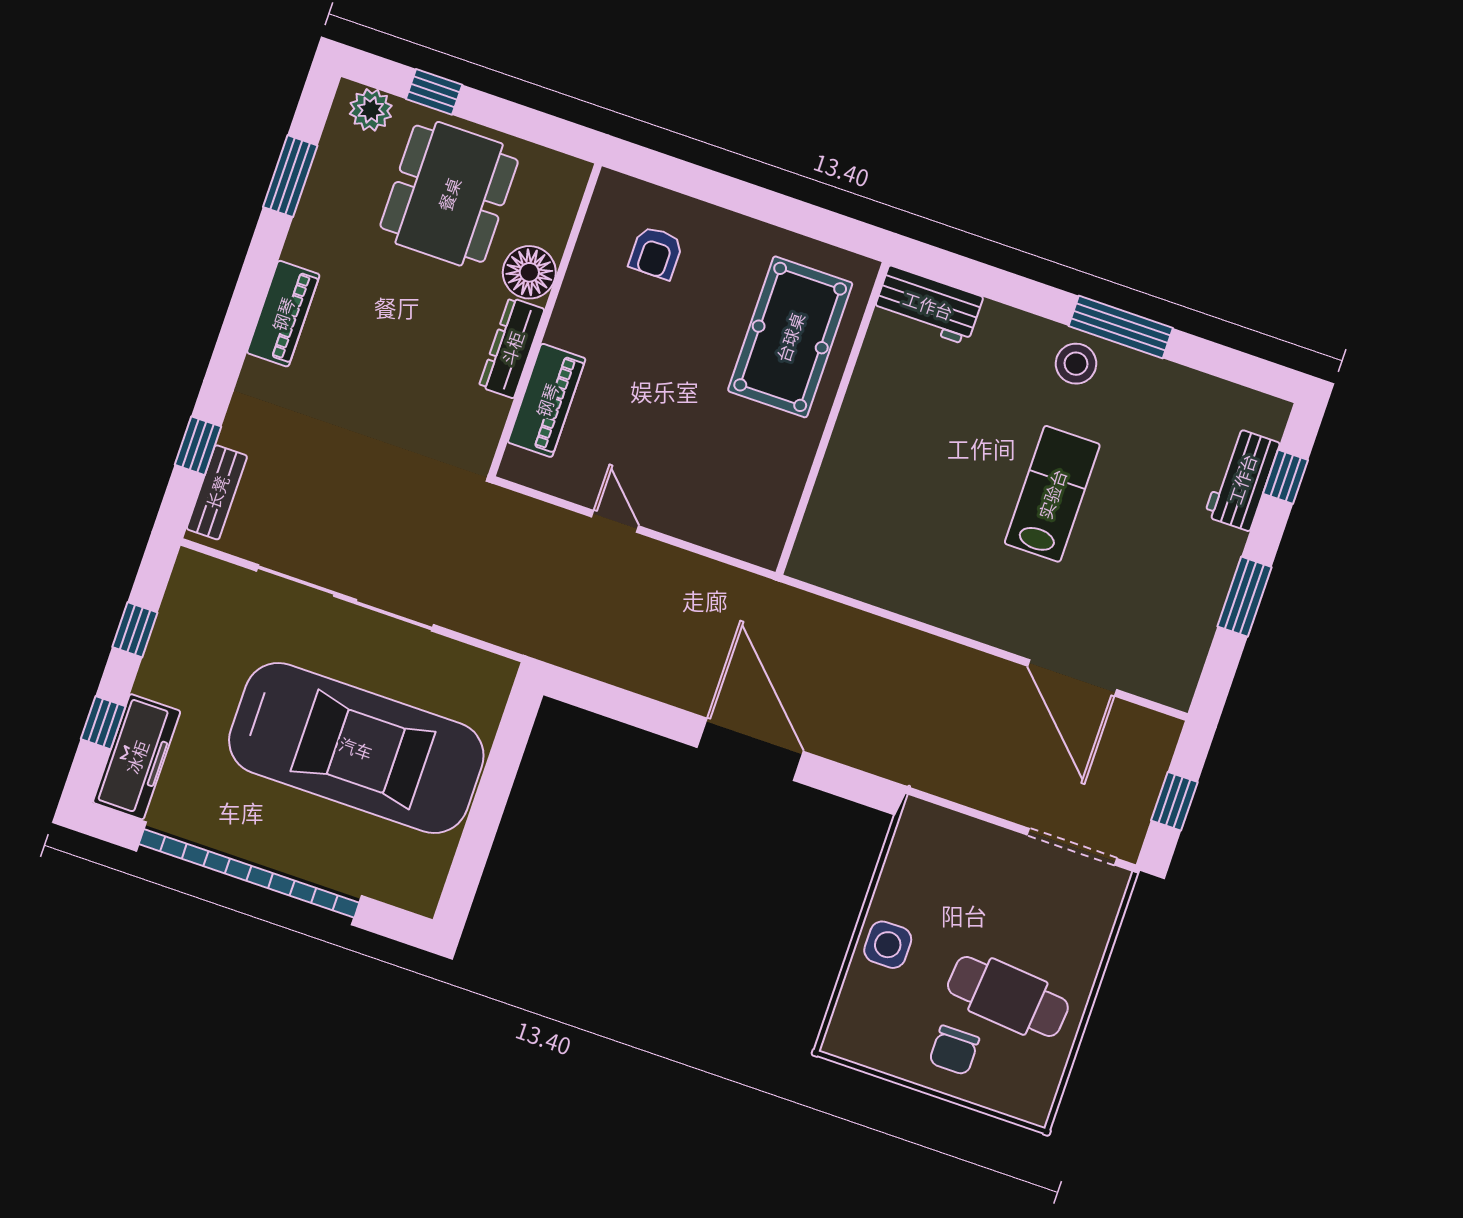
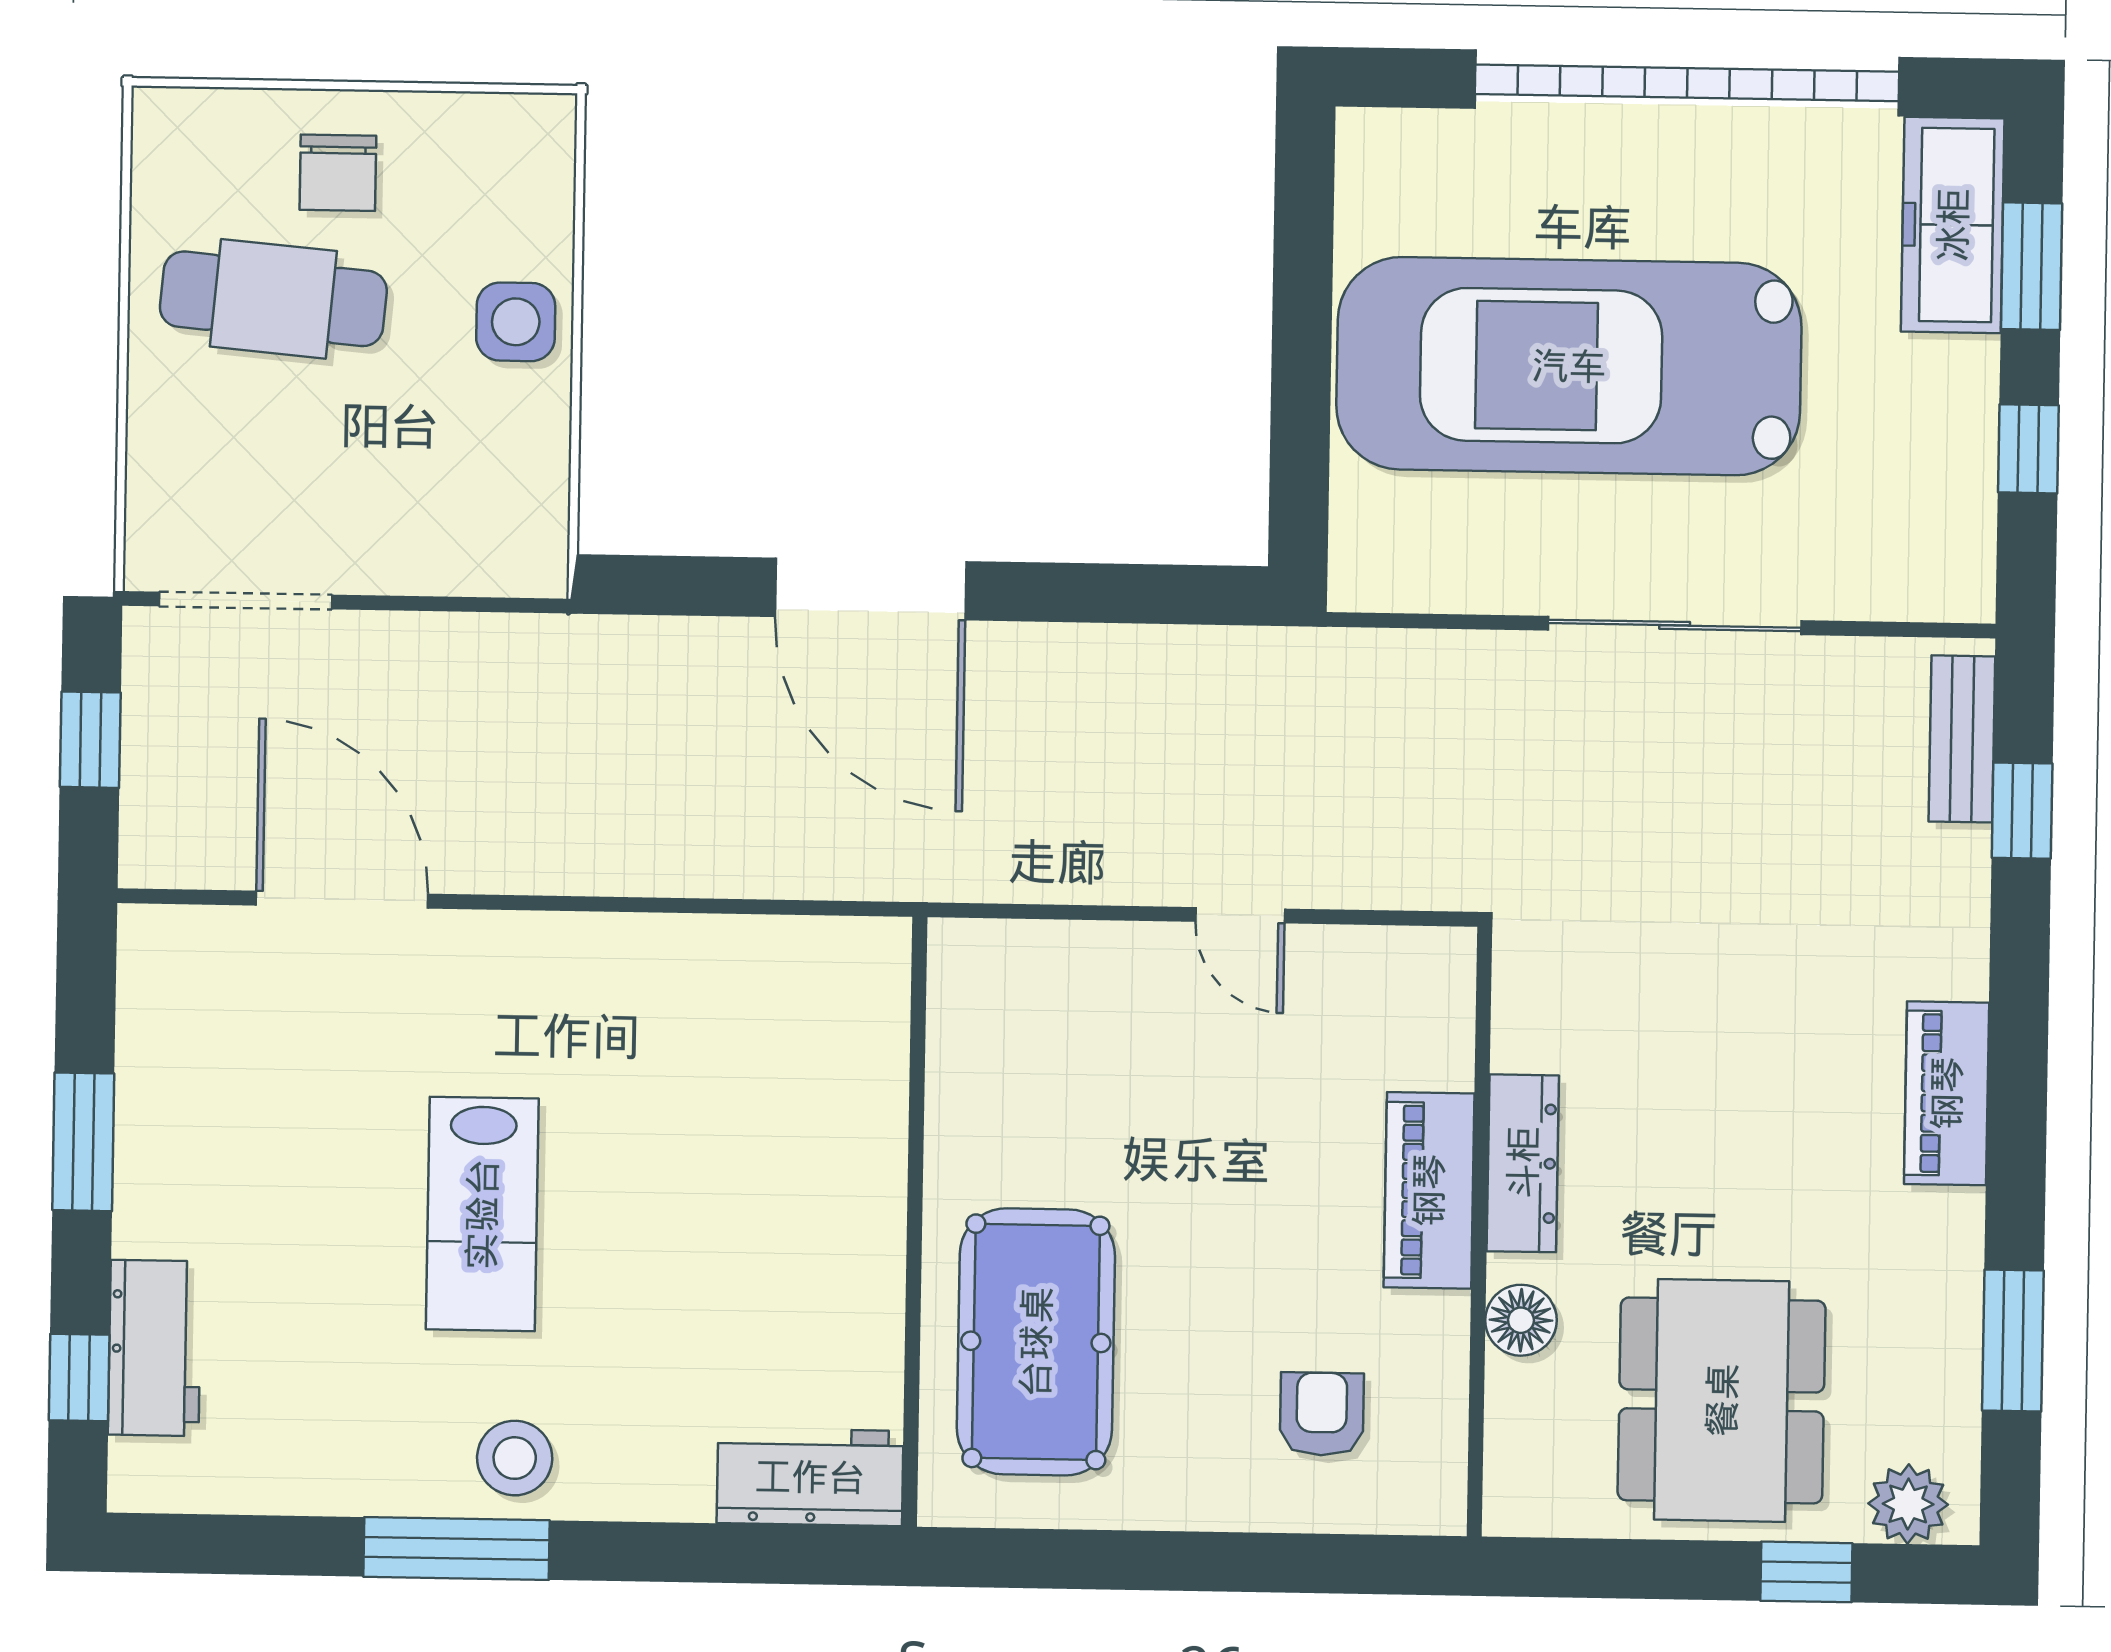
floor lamp: (529, 272) -> (1521, 1320), width x0.73, depth x0.73
piano: (547, 400) -> (1429, 1190), moved
sliding door: (345, 598) -> (1675, 625), width x0.73
window: (103, 723) -> (2032, 266), width x1.50
chair: (954, 1050) -> (338, 173), turned 180

